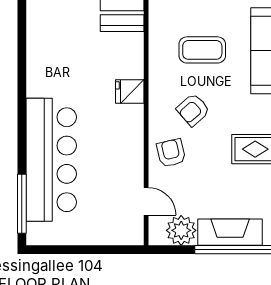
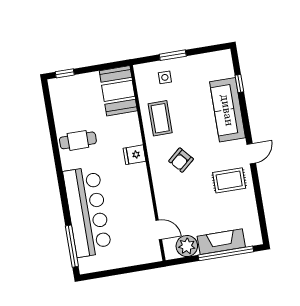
coffee table: (202, 50) -> (160, 118), moved, turned 90
cafe table: (55, 59) -> (78, 140), added
armchair: (171, 153) -> (171, 193), removed

